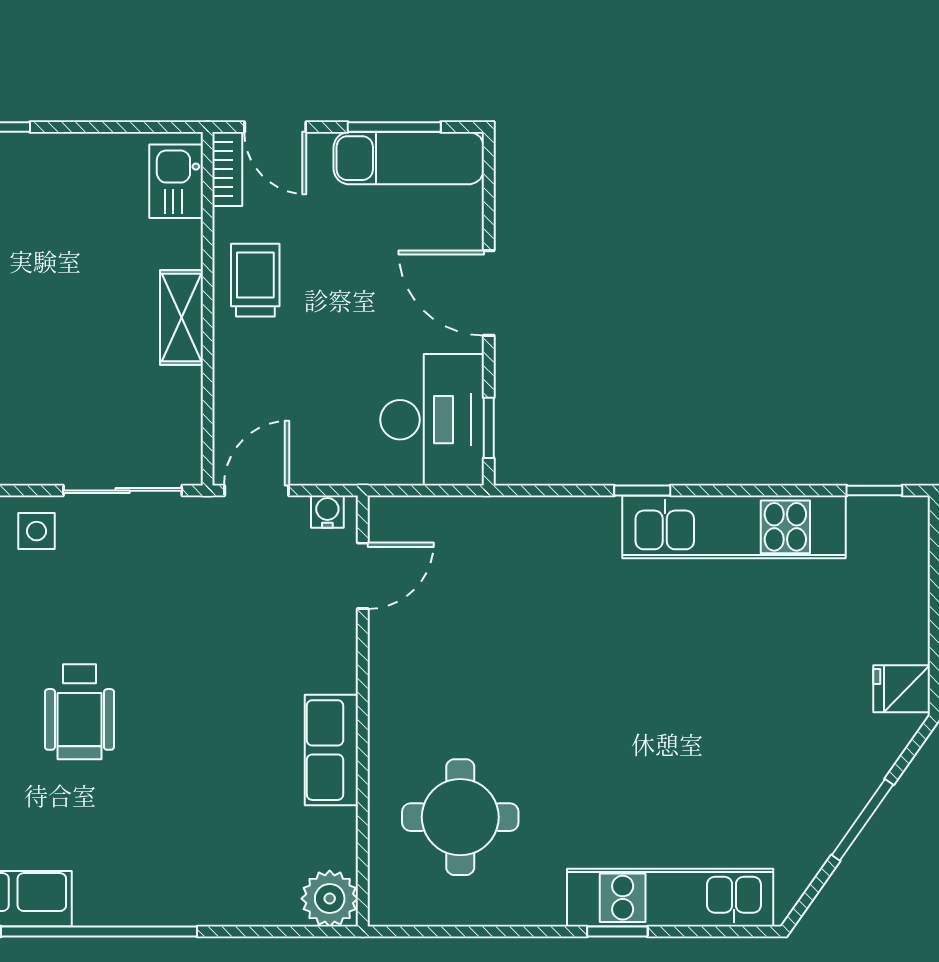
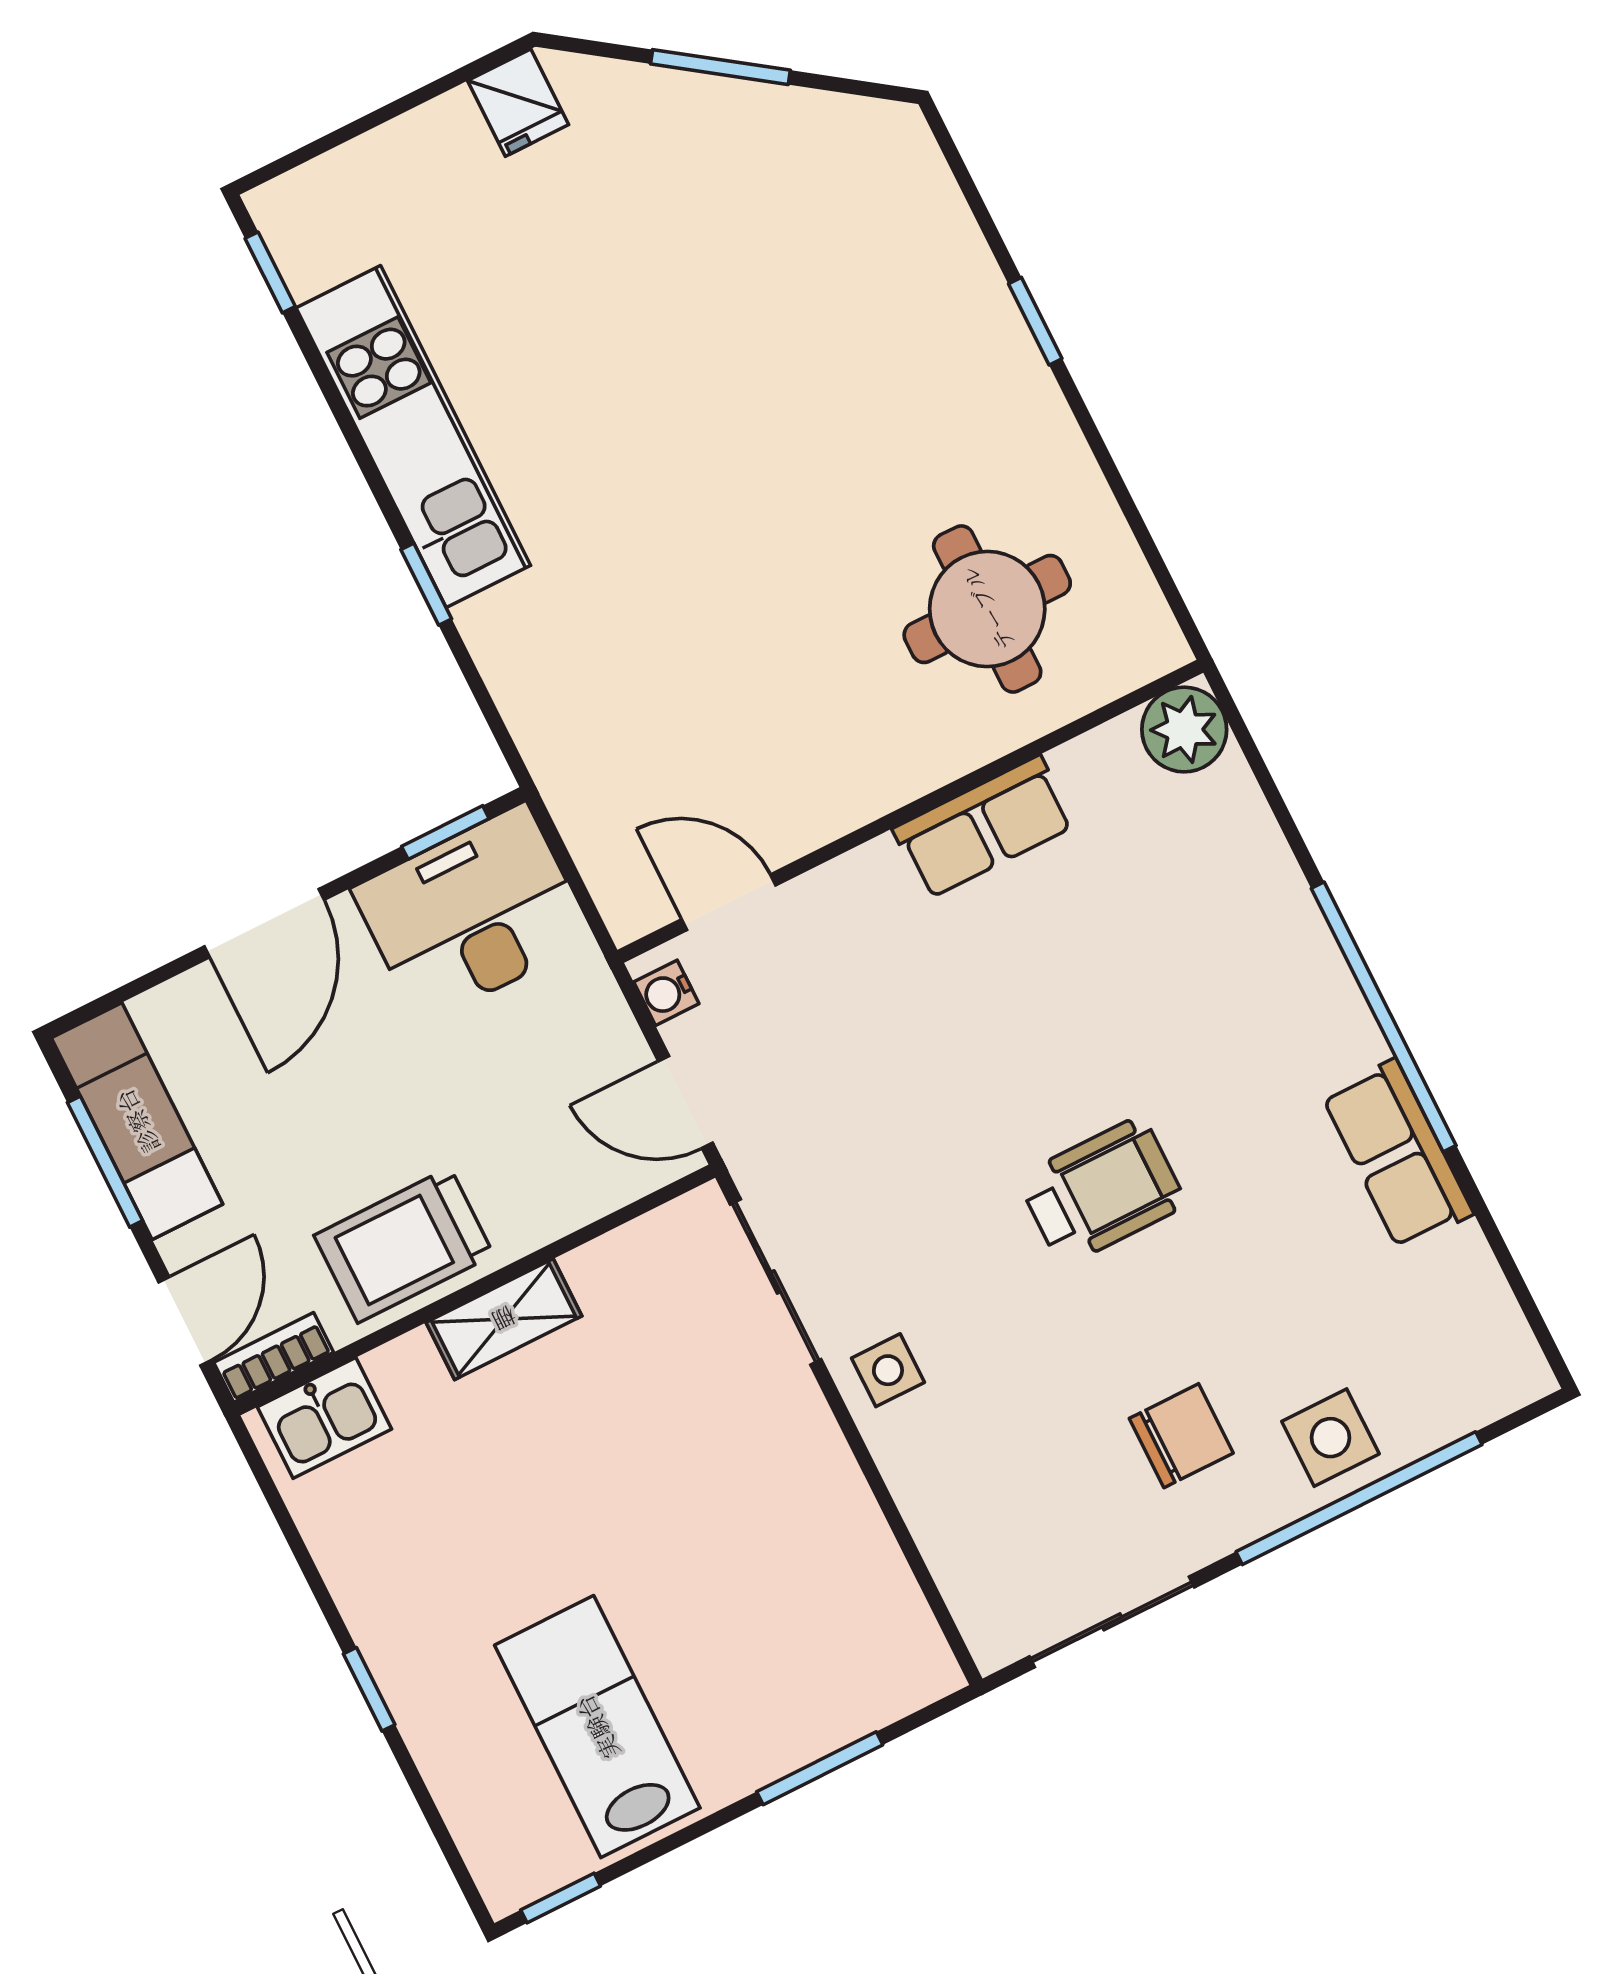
trolley: (255, 280) -> (404, 1245), width x1.36, depth x1.39
kitchen unit: (670, 898) -> (954, 273), removed

